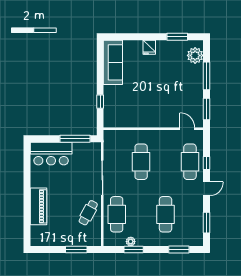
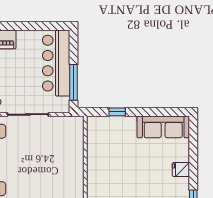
bar counter: (51, 154) -> (56, 63), width x1.36
cafe table: (141, 162) -> (47, 160), removed

